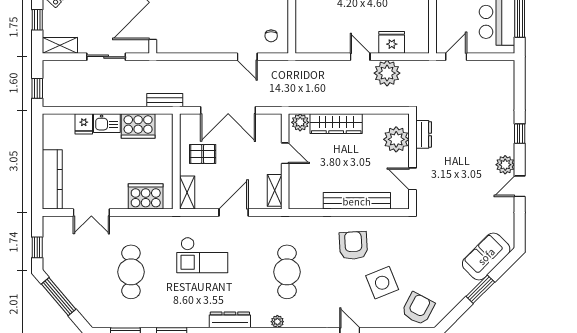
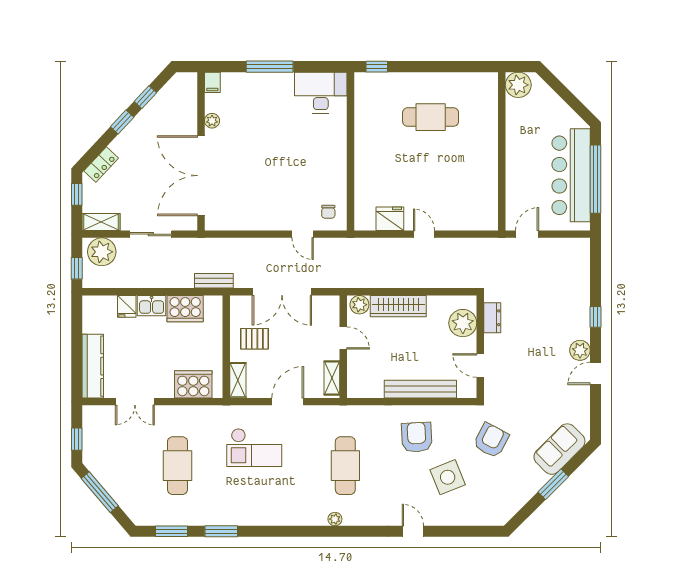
fridge: (392, 42) -> (390, 219), moved
plant: (387, 73) -> (102, 252), moved
armchair: (418, 309) -> (491, 440), moved
dresser: (230, 320) -> (284, 517), removed

